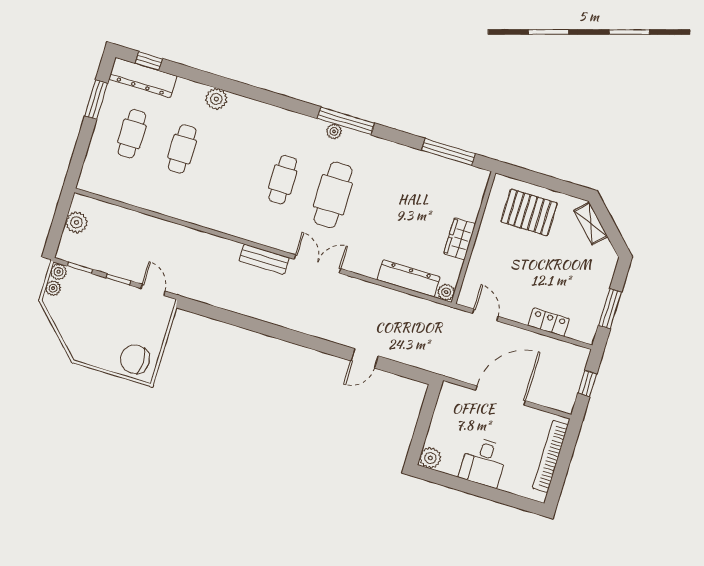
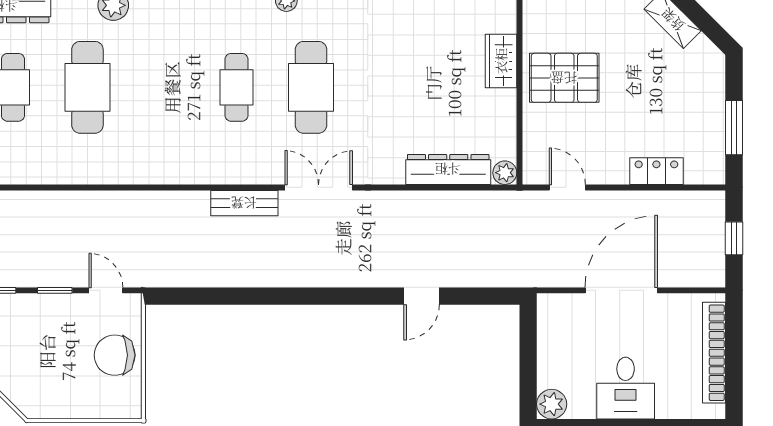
cafe table: (182, 149) -> (87, 87), width x1.37, depth x1.35
pallet: (529, 212) -> (564, 78), moved
wardrobe: (460, 239) -> (501, 61), moved
chair: (135, 359) -> (115, 355), moved

